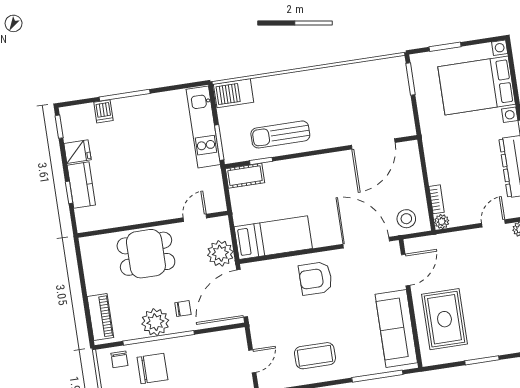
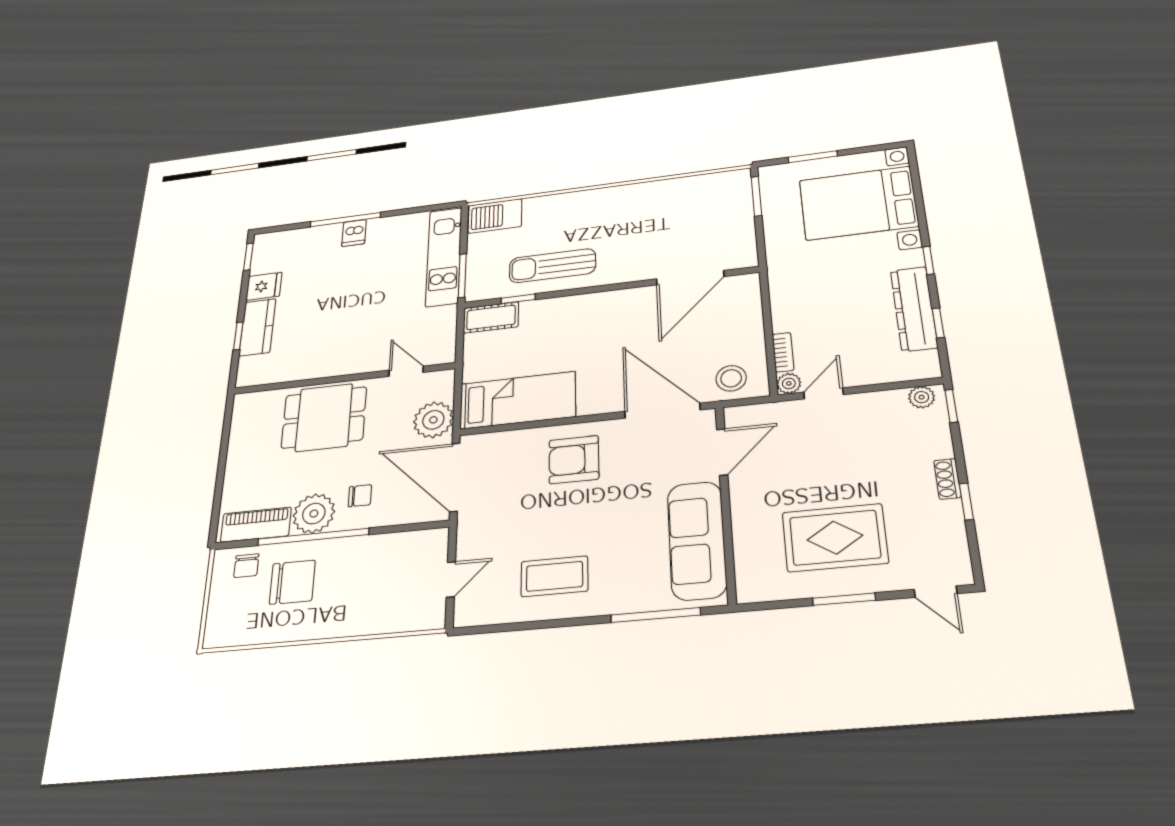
dishwasher: (103, 111) -> (354, 233), moved
door: (195, 218) -> (406, 371), hinge flipped
door: (493, 223) -> (823, 393), moved
door: (242, 293) -> (455, 477), hinge flipped
piano: (100, 317) -> (256, 525), moved, turned -90
rug: (444, 319) -> (835, 538), moved, turned 90

